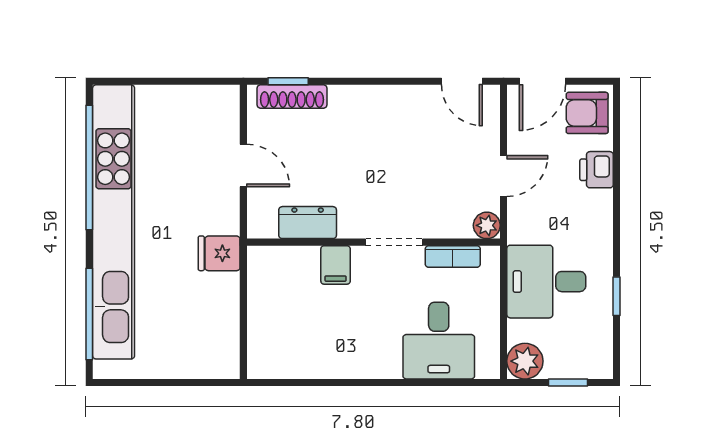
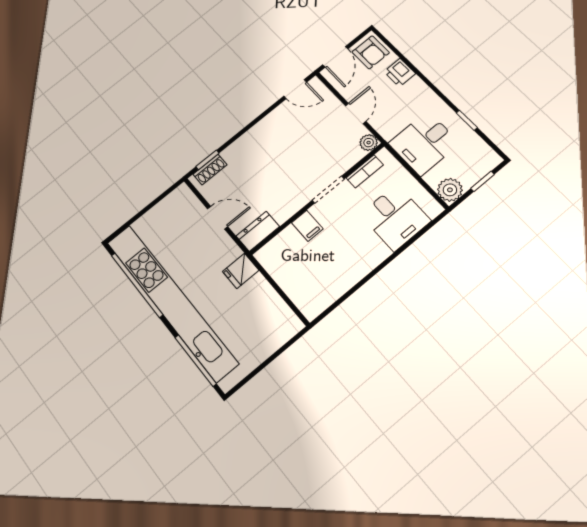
shoe rack: (292, 96) -> (210, 169), width x0.70
armchair: (587, 113) -> (371, 52), turned -90
dresser: (308, 223) -> (258, 231), moved

